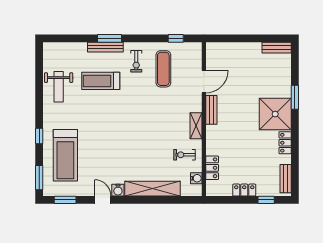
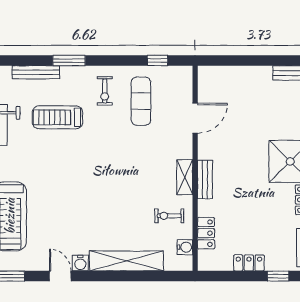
bench: (105, 47) -> (36, 72), moved
bench: (211, 110) -> (205, 179), moved

